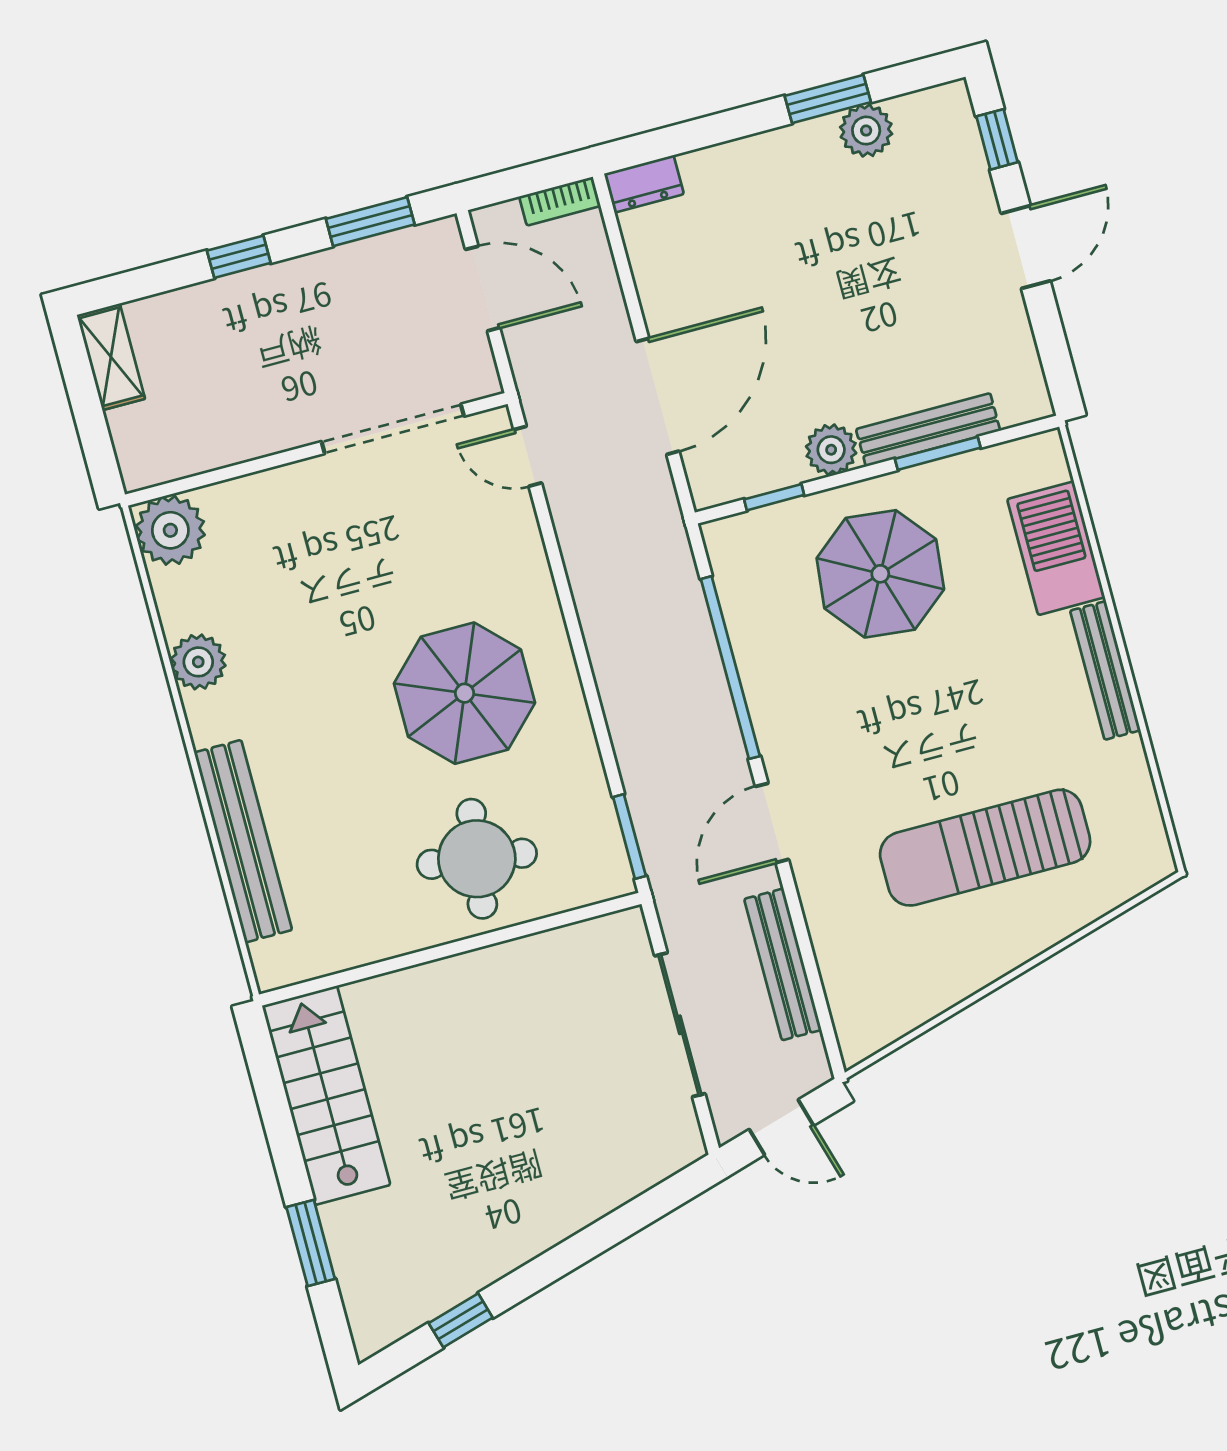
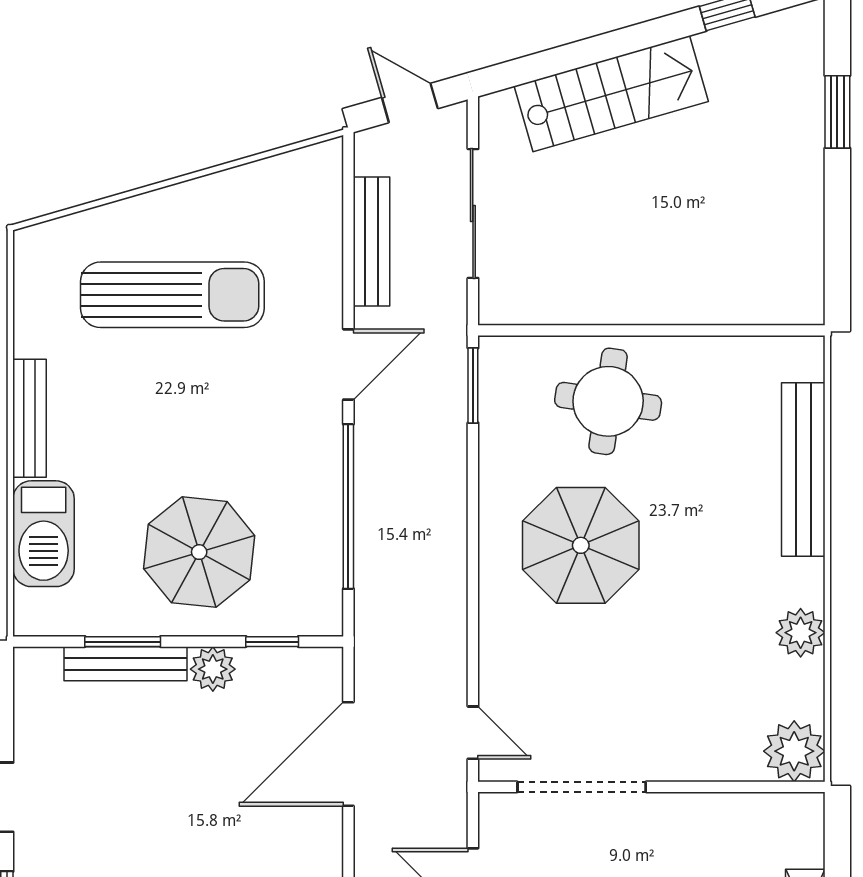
stairs: (326, 1095) -> (611, 94), moved, turned -106

